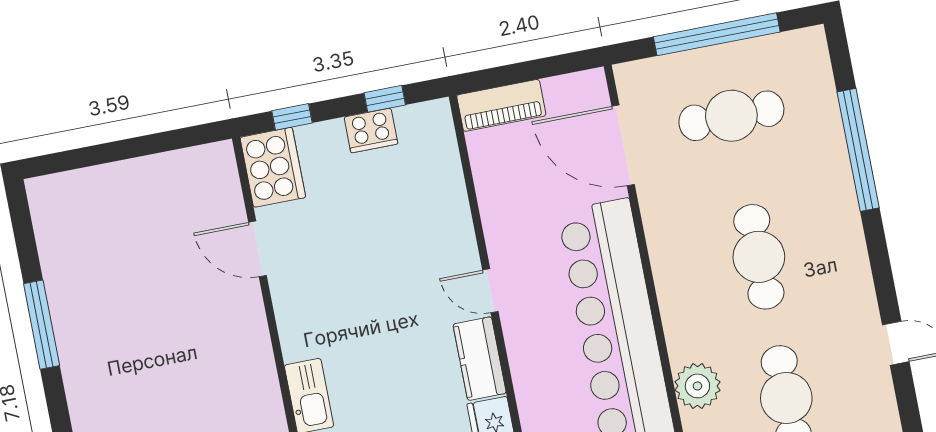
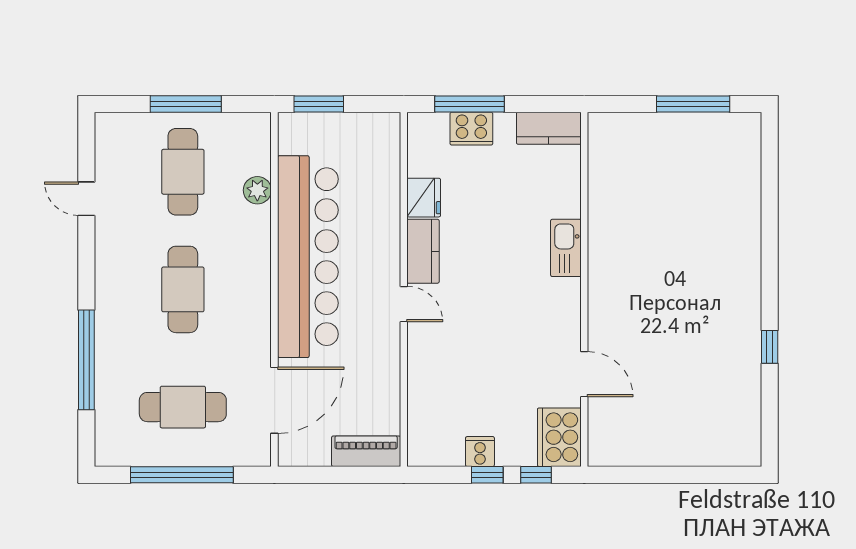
window: (385, 99) -> (487, 475), moved
cooker: (371, 130) -> (480, 452), width x0.73
door: (623, 145) -> (274, 400), hinge flipped
window: (42, 325) -> (770, 347), width x0.46
plant: (697, 386) -> (257, 190), width x0.73, depth x0.73

